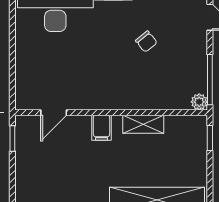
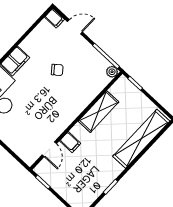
shelving: (143, 124) -> (99, 112), width x1.50, depth x1.33
filing cabinet: (101, 128) -> (70, 142), moved

